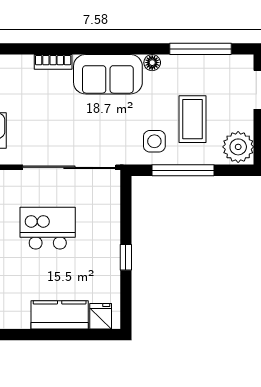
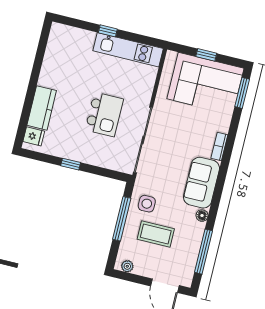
plant: (238, 147) -> (127, 266), width x0.53, depth x0.53

